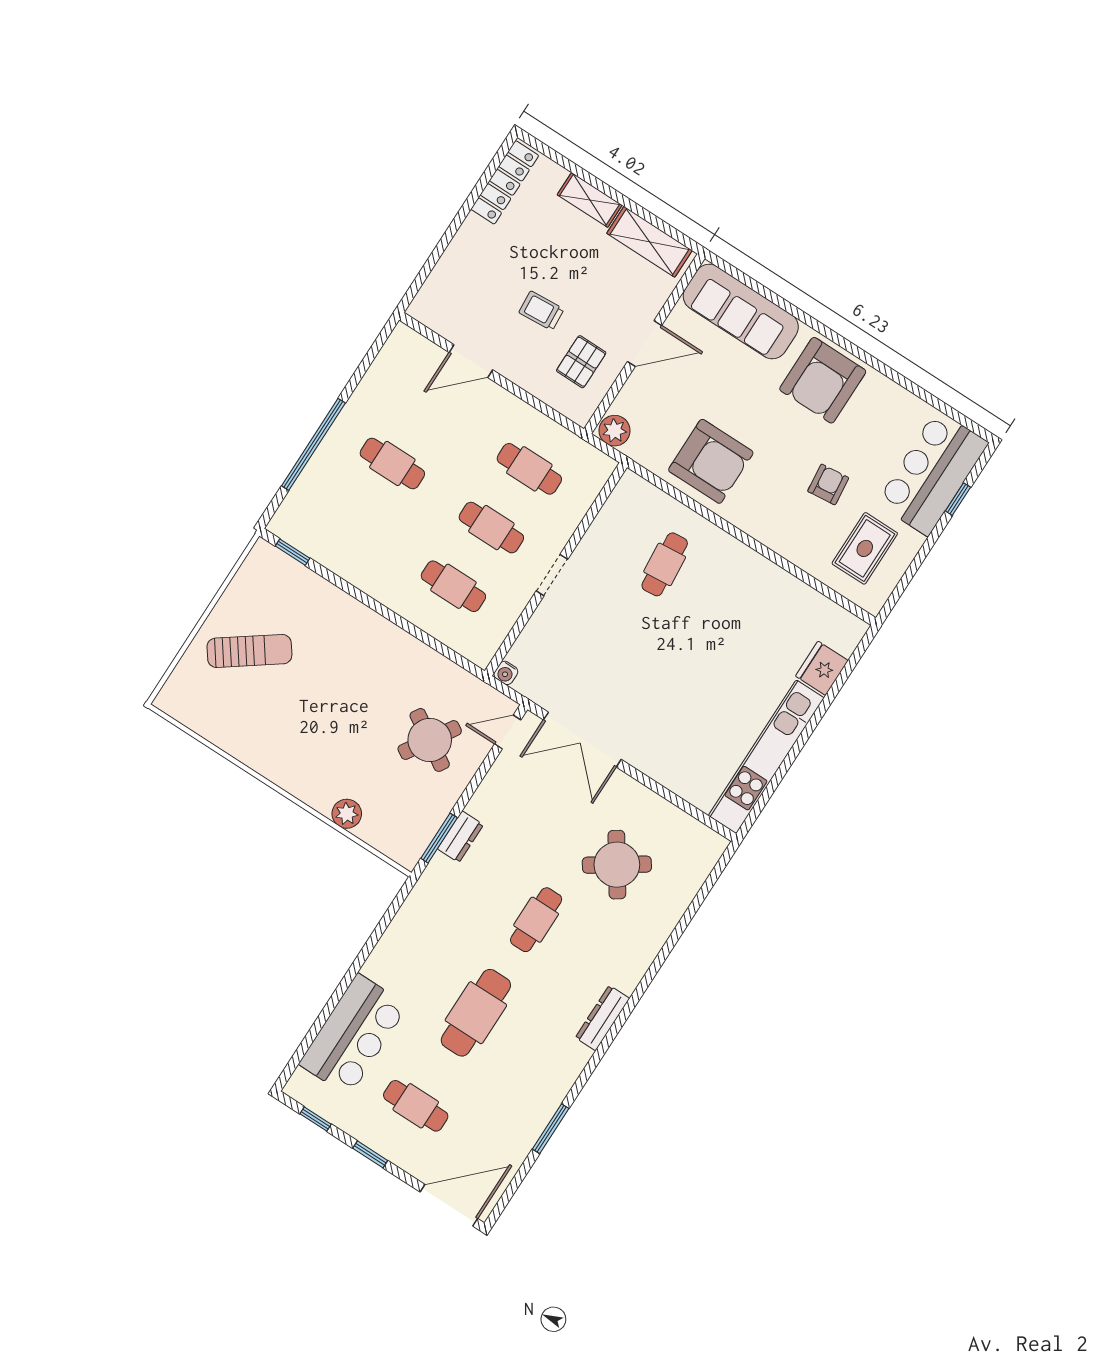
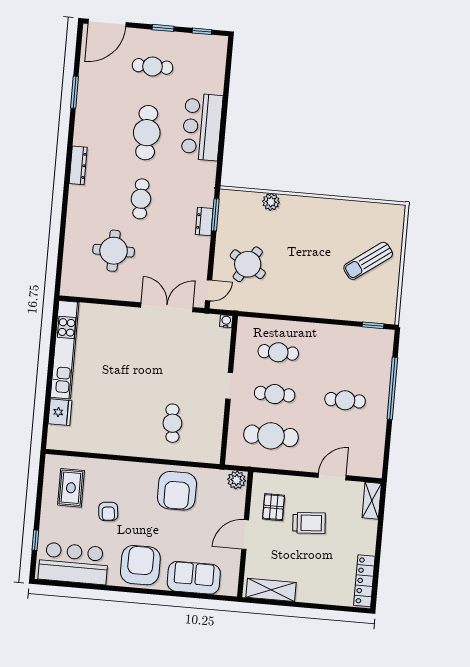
shelving: (590, 200) -> (372, 501), moved, turned 90
trolley: (541, 311) -> (309, 523), width x1.36, depth x1.39
sofa: (741, 311) -> (194, 578), width x0.73
armchair: (711, 461) -> (177, 491), turned -90
cafe table: (529, 469) -> (271, 436), width x1.37, depth x1.35
bar counter: (932, 473) -> (73, 563), moved, turned -90
round table: (617, 865) -> (114, 251), turned 34
bar counter: (353, 1035) -> (202, 127), moved

